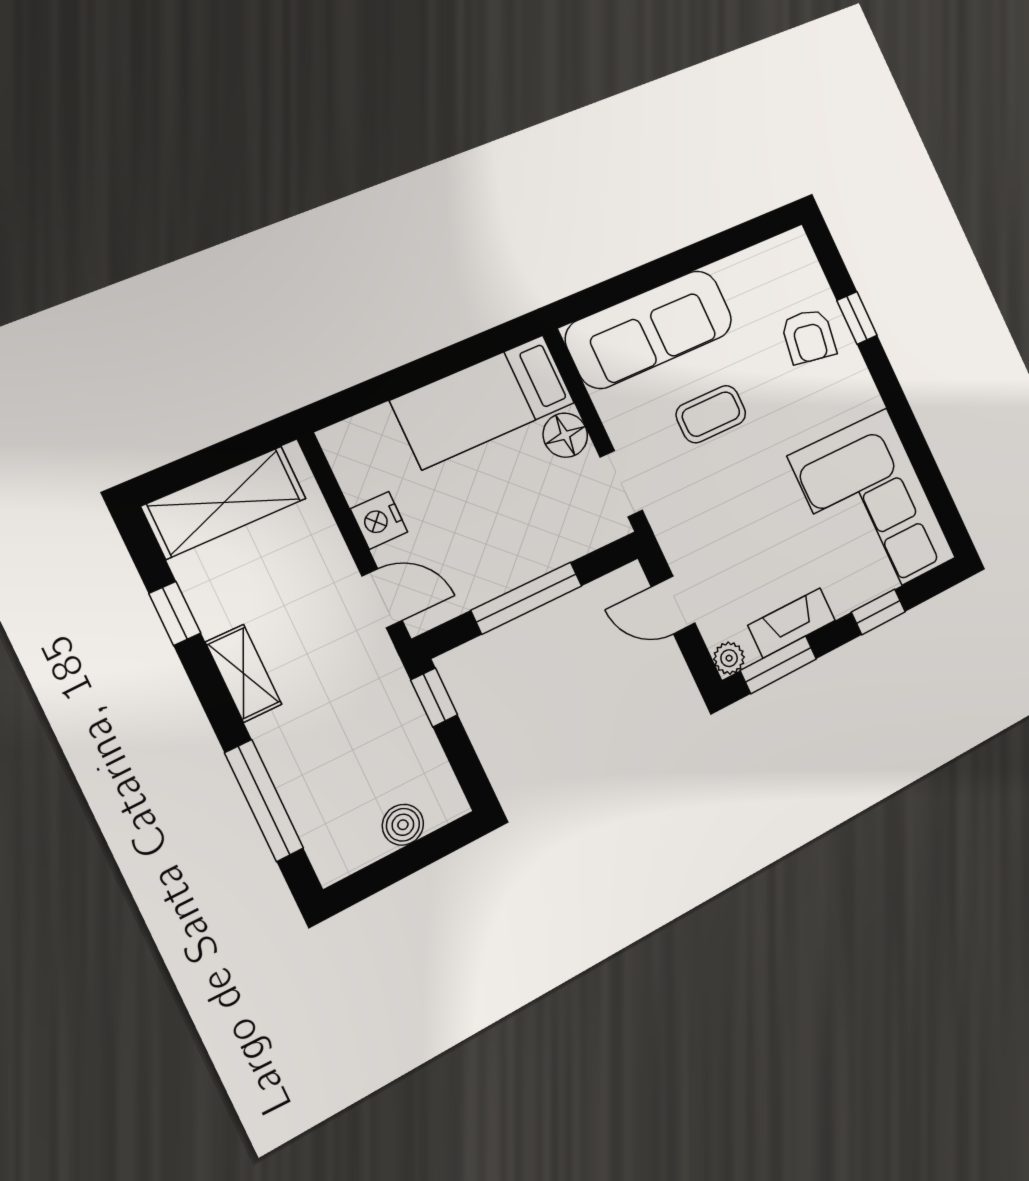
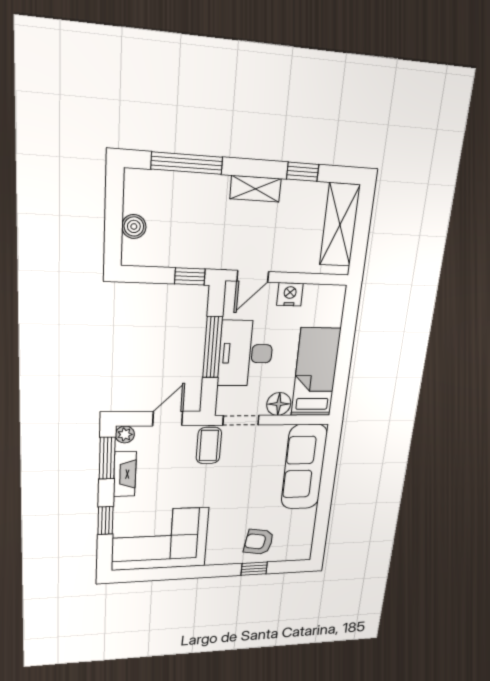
coffee table: (711, 414) -> (209, 445), moved
desk: (510, 538) -> (246, 353), added

